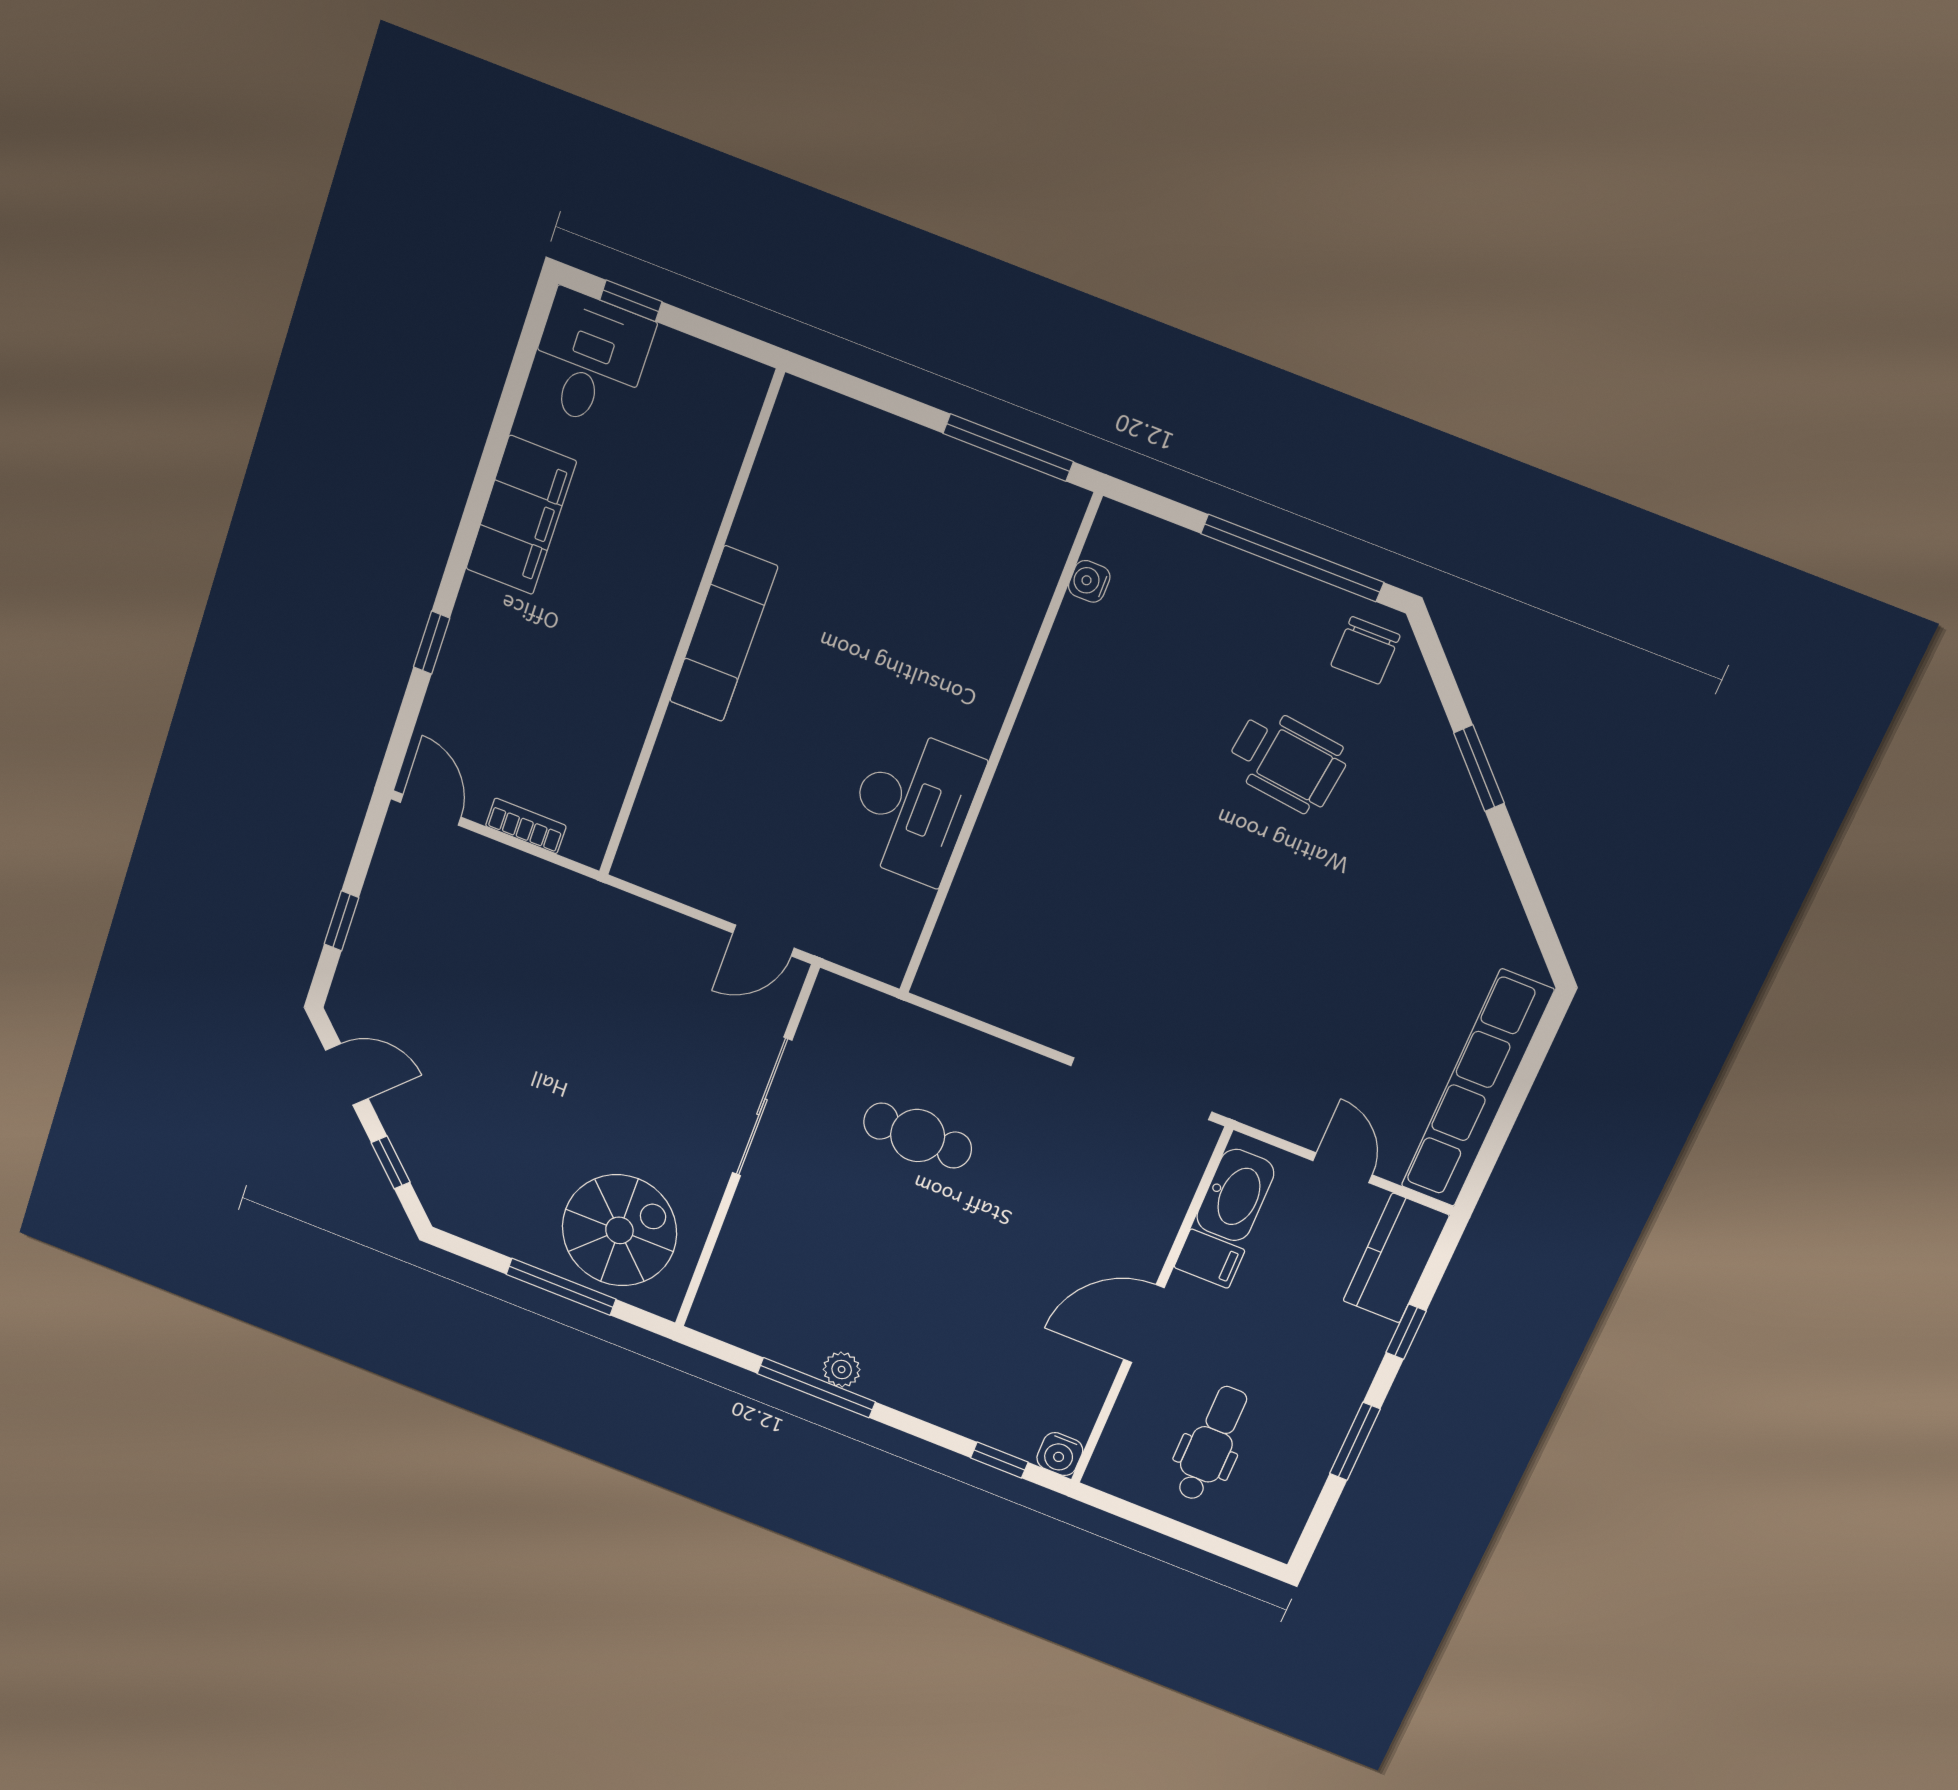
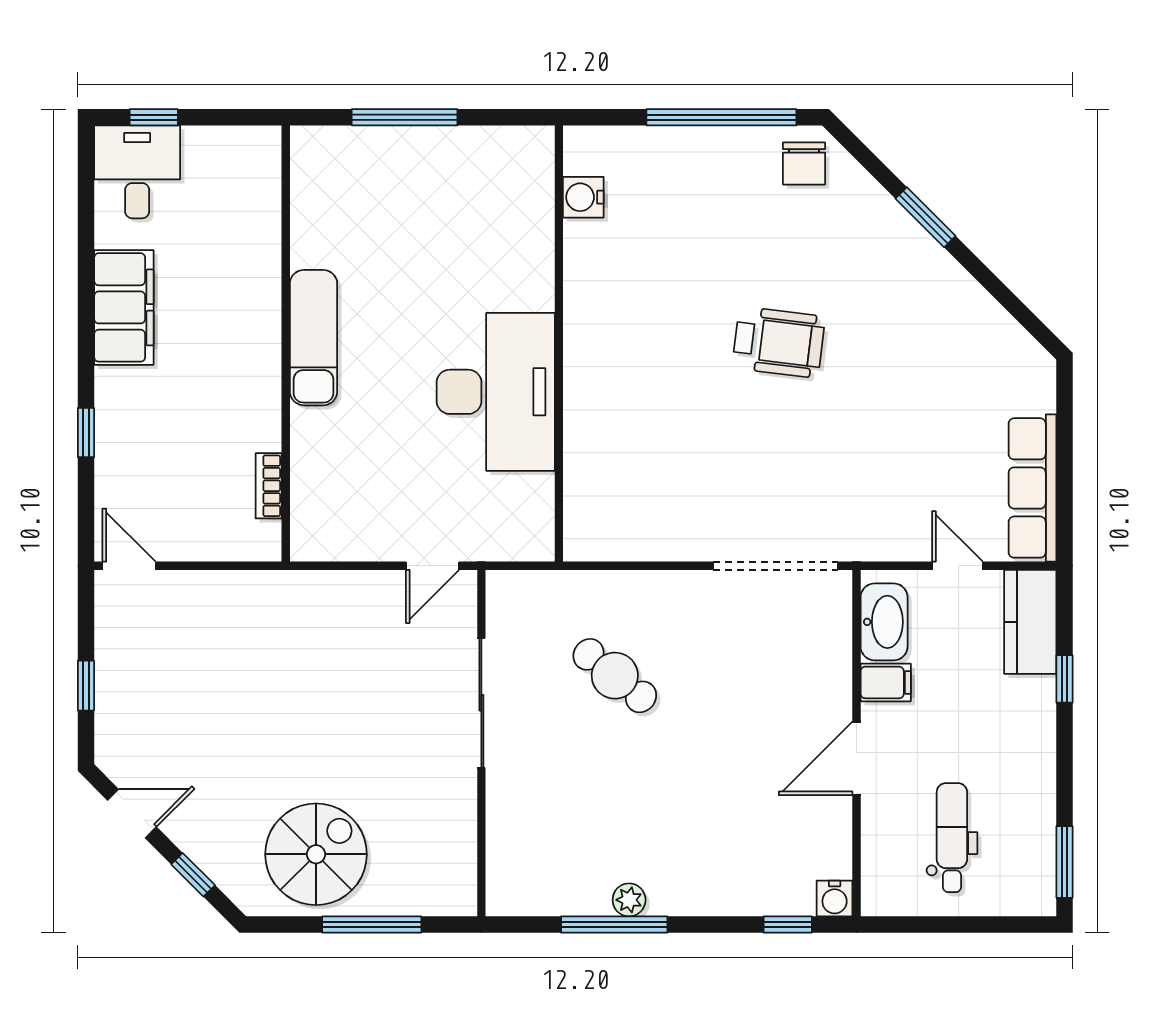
window: (1008, 448) -> (405, 117), moved
water cooler: (1089, 581) -> (583, 197), width x1.38, depth x1.38
wheelchair: (1287, 761) -> (779, 342), moved
desk: (912, 806) -> (496, 392), width x1.36, depth x1.30
bookcase: (526, 826) -> (269, 486), moved, turned -90
row of seats: (1477, 1089) -> (1032, 488), width x0.73
cafe table: (918, 1136) -> (615, 676), turned 39
spiral stairs: (619, 1230) -> (316, 854), moved
window: (1355, 1441) -> (1064, 862), moved

